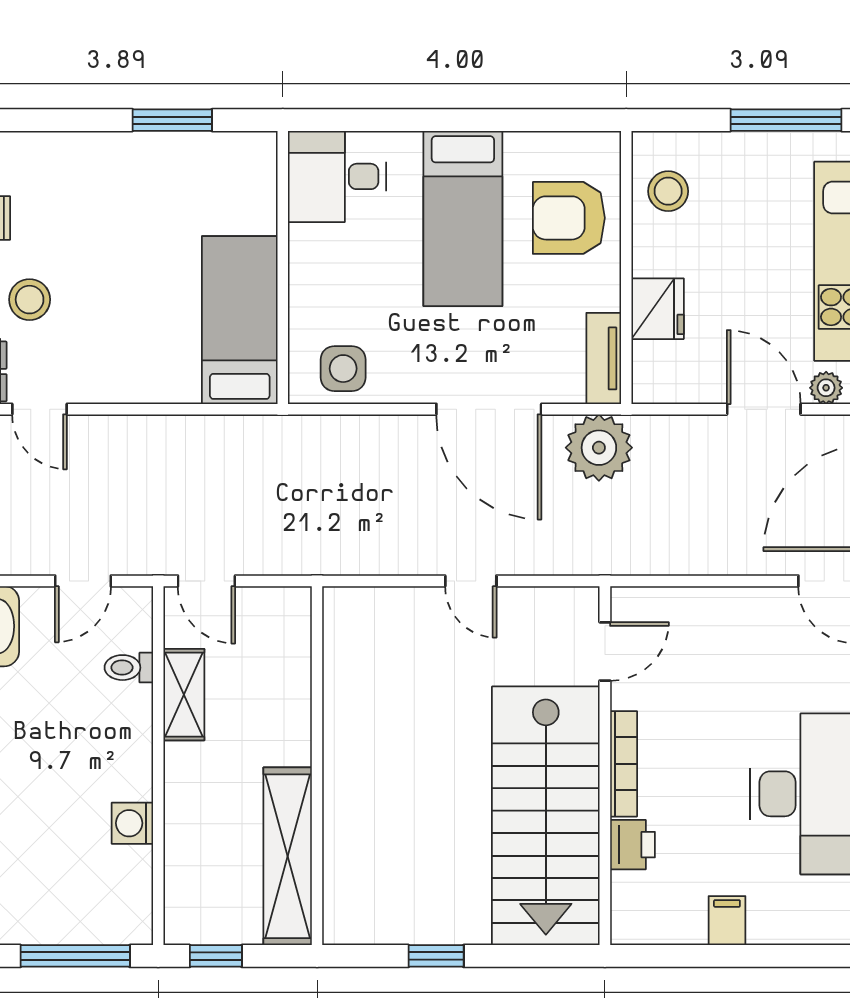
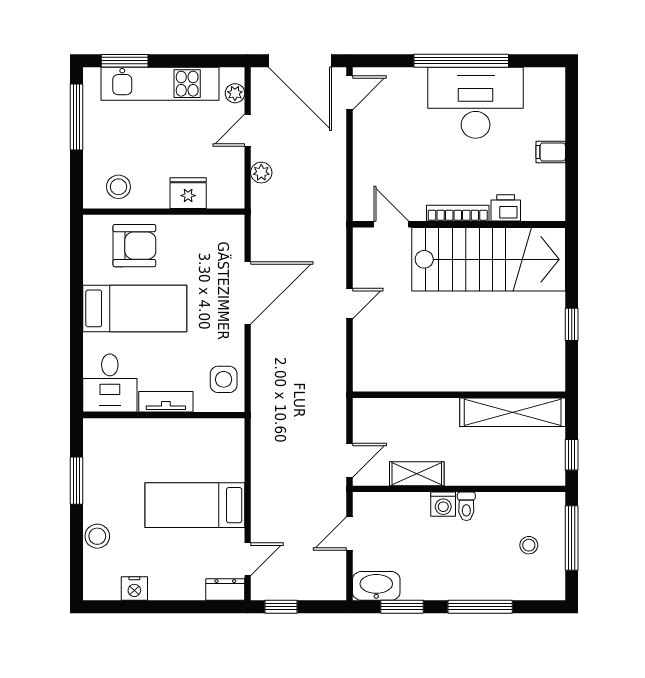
armchair: (569, 218) -> (134, 246), turned -90
stool: (30, 300) -> (97, 536), moved
bed: (240, 320) -> (195, 505), moved
tv unit: (604, 358) -> (166, 402), moved, turned 180
door: (764, 409) -> (248, 130), width x0.73
plant: (599, 448) -> (261, 173), moved, width x0.53, depth x0.53
door: (83, 581) -> (349, 533), swing flipped
toilet: (129, 668) -> (466, 506), moved
washing machine: (132, 823) -> (443, 504), moved
stool: (63, 884) -> (529, 545), added

